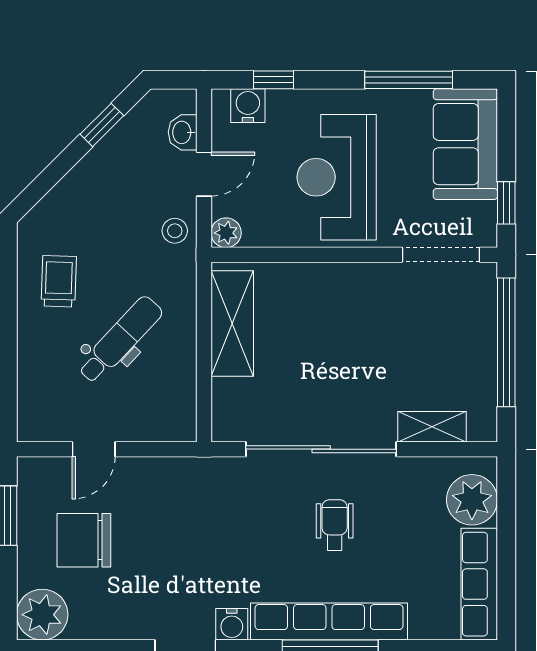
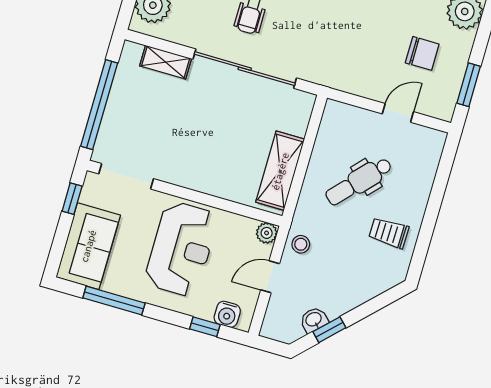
washbasin: (183, 132) -> (314, 320), moved, turned -135
trolley: (59, 281) -> (389, 233), turned 89
chair: (84, 540) -> (422, 53), width x0.73, depth x0.73

